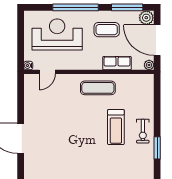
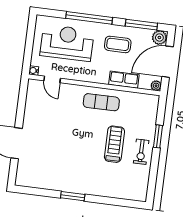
door: (157, 40) -> (168, 62), hinge flipped
door: (47, 72) -> (52, 79), hinge flipped
treadmill: (116, 127) -> (114, 144), turned 180
window: (157, 148) -> (158, 136), moved

